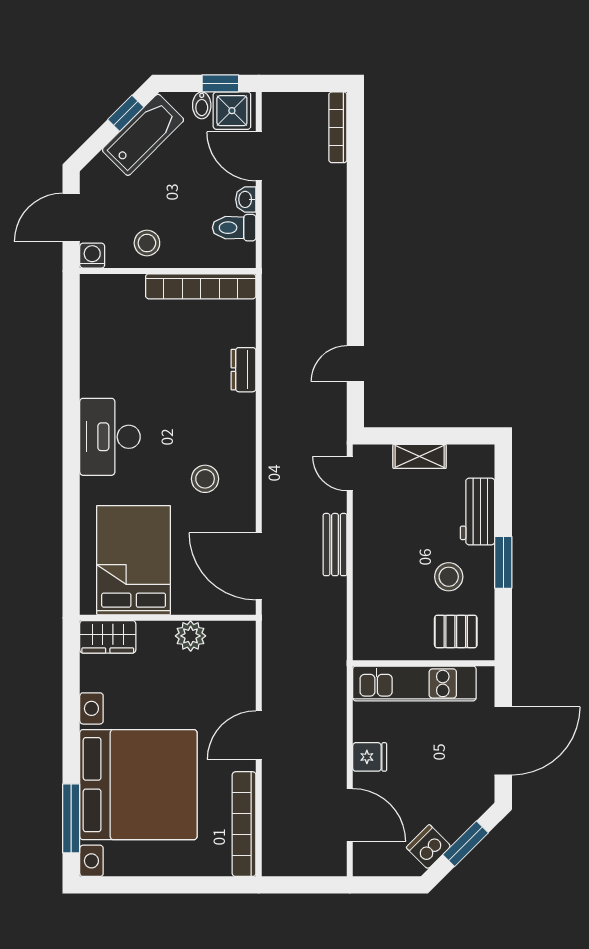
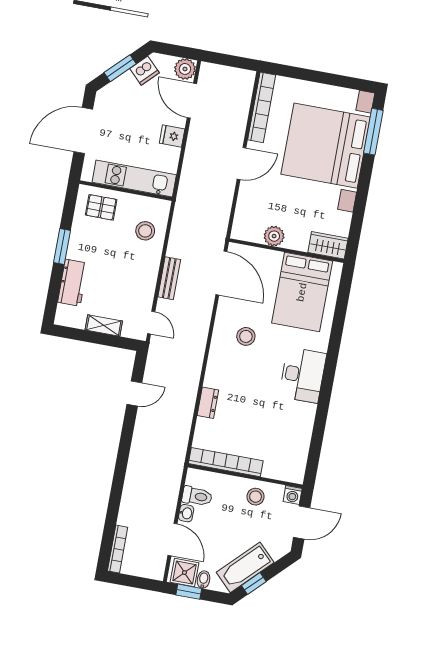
stool: (449, 577) -> (145, 231), moved
plant: (369, 860) -> (185, 69), added

